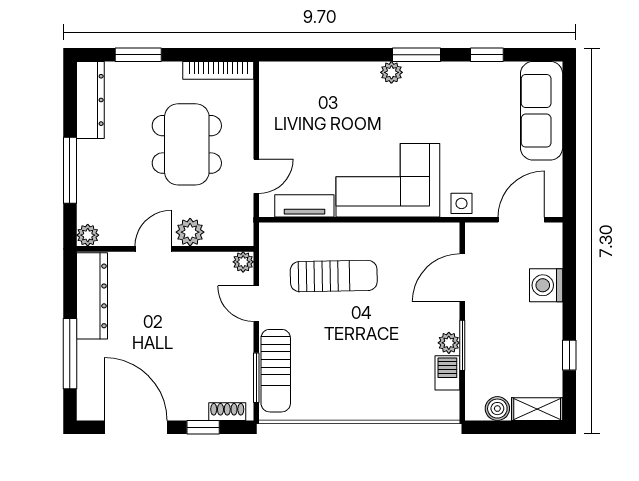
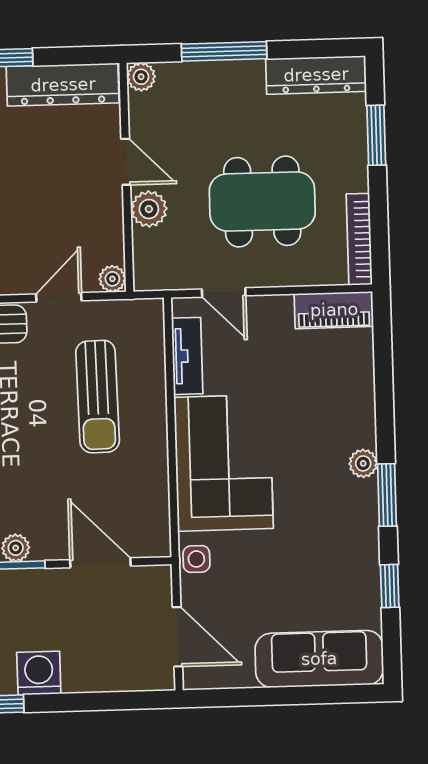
piano: (272, 92) -> (334, 310), added
washing machine: (546, 285) -> (39, 673), moved

